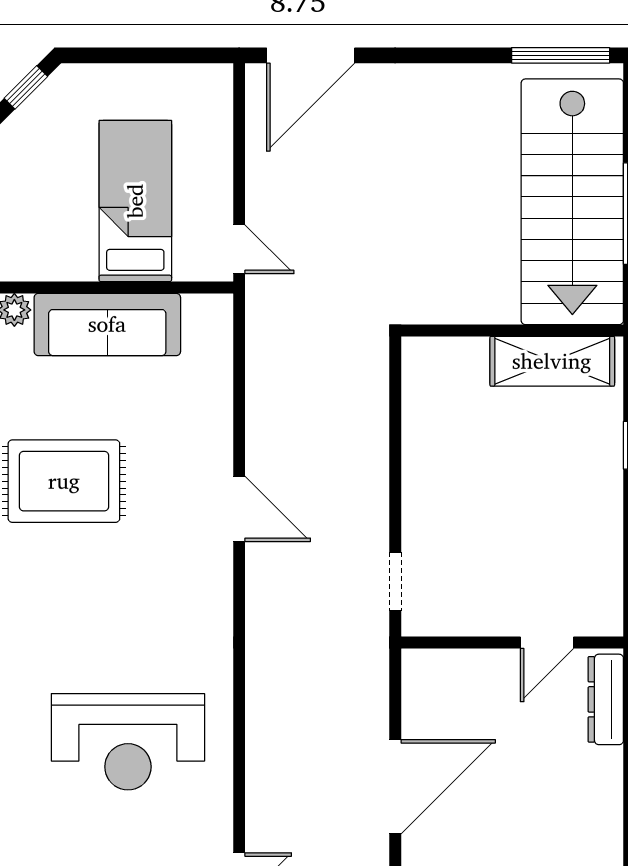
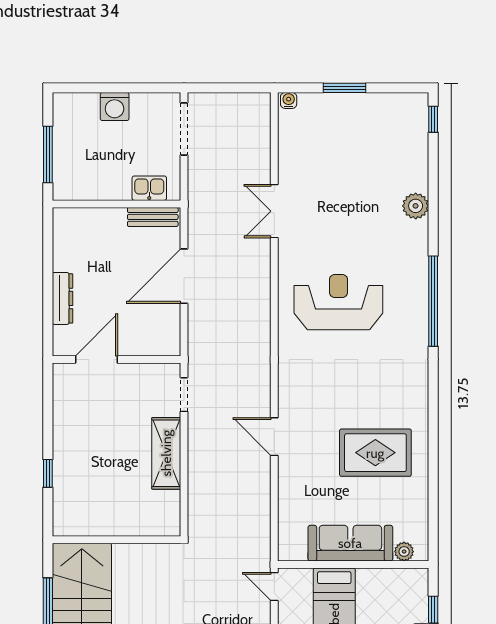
shelving: (552, 361) -> (166, 453), moved, turned 90
door: (547, 643) -> (96, 359), width x1.38
dresser: (606, 699) -> (62, 298), moved

